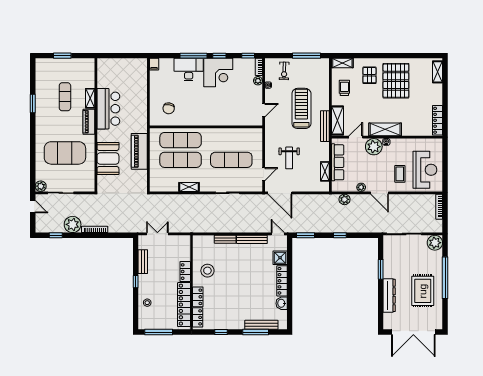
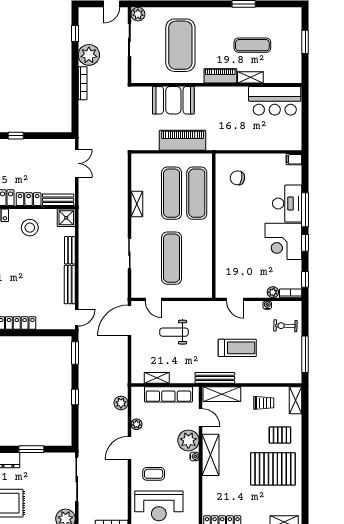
treadmill: (301, 108) -> (237, 348), width x0.73, depth x0.73
bar counter: (108, 109) -> (275, 101), moved
shower: (280, 258) -> (66, 218), moved
bench: (143, 262) -> (58, 200), moved

